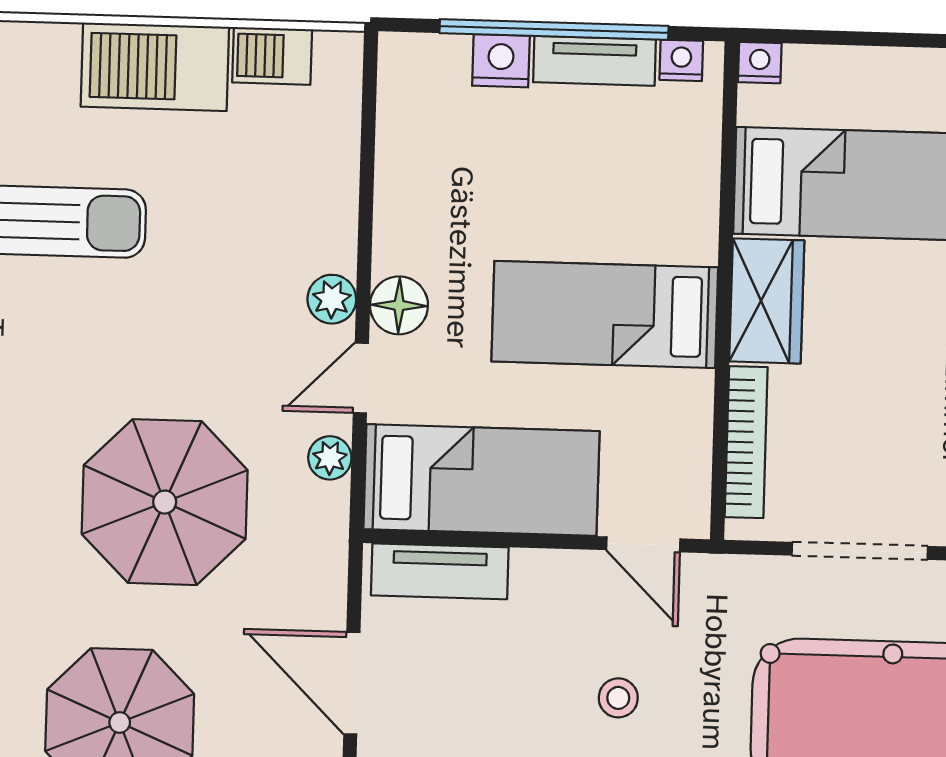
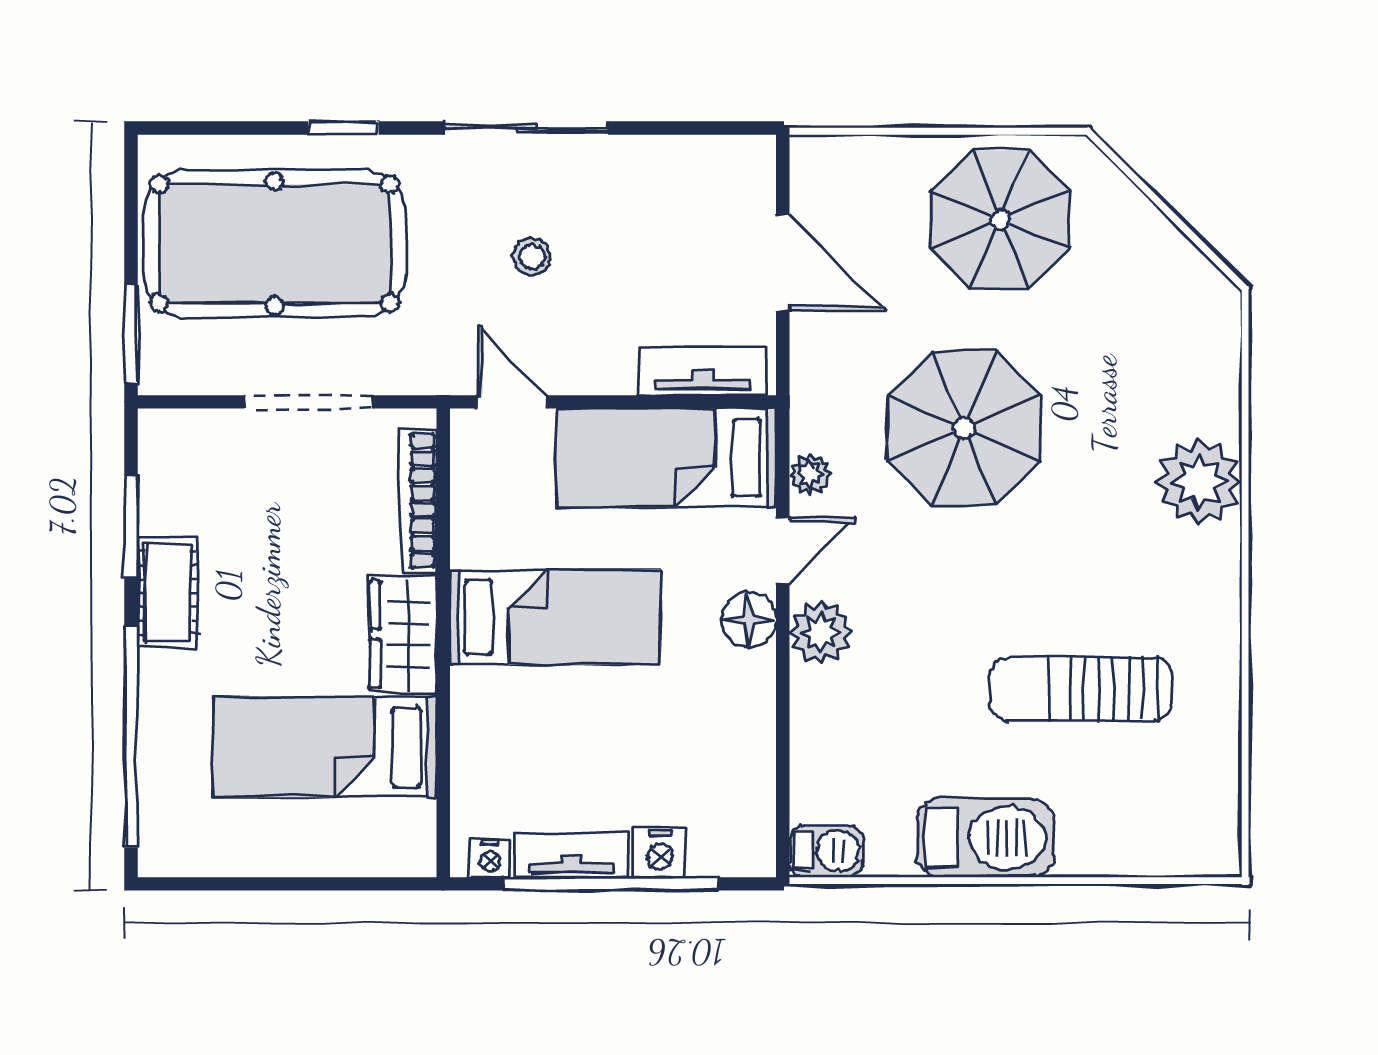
barbecue: (272, 56) -> (826, 851), moved
nightstand: (760, 63) -> (416, 858), removed
plant: (332, 299) -> (821, 632), width x1.38, depth x1.38

